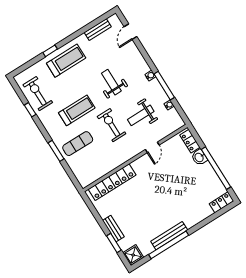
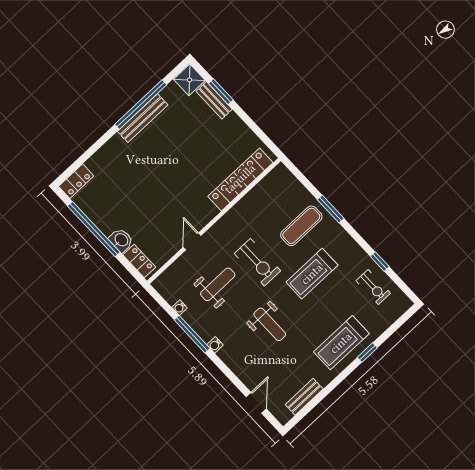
exercise bike: (38, 94) -> (373, 287), width x0.73, depth x0.72
bench: (113, 229) -> (214, 100), moved

